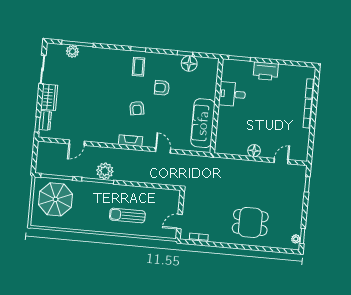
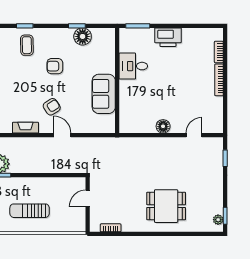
armchair: (137, 108) -> (52, 107), moved, turned -113
sofa: (203, 123) -> (104, 94), width x0.73
door: (179, 222) -> (88, 198), moved

